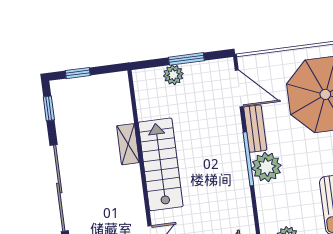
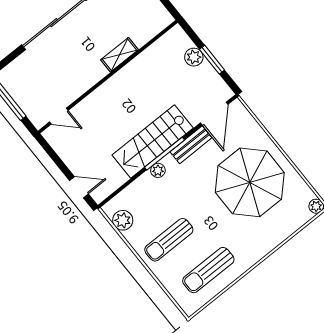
stairs: (161, 164) -> (153, 141), moved, turned 180
plant: (266, 167) -> (158, 170), width x0.53, depth x0.53

